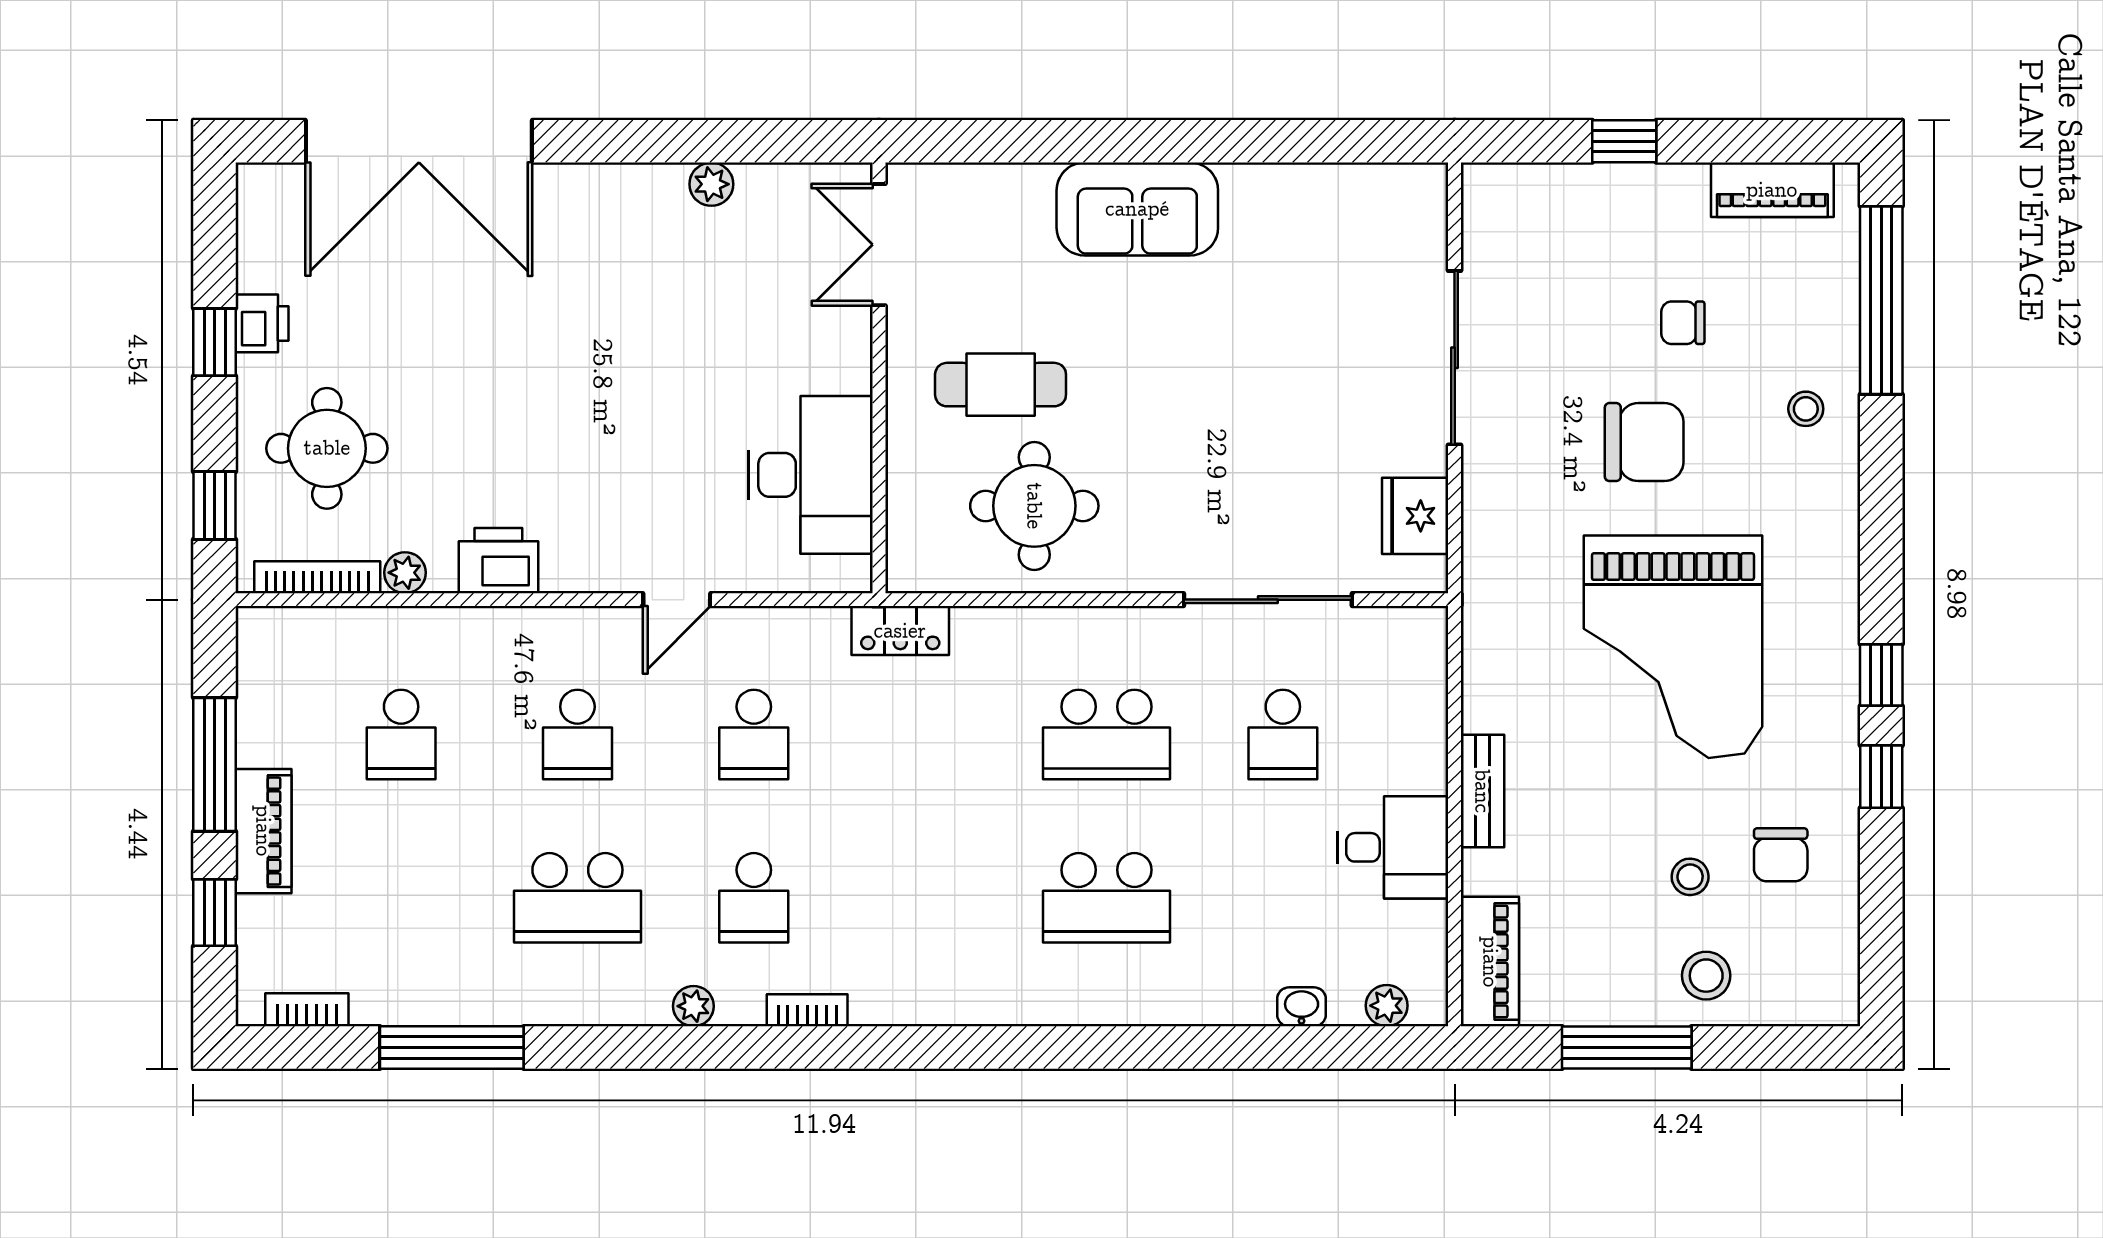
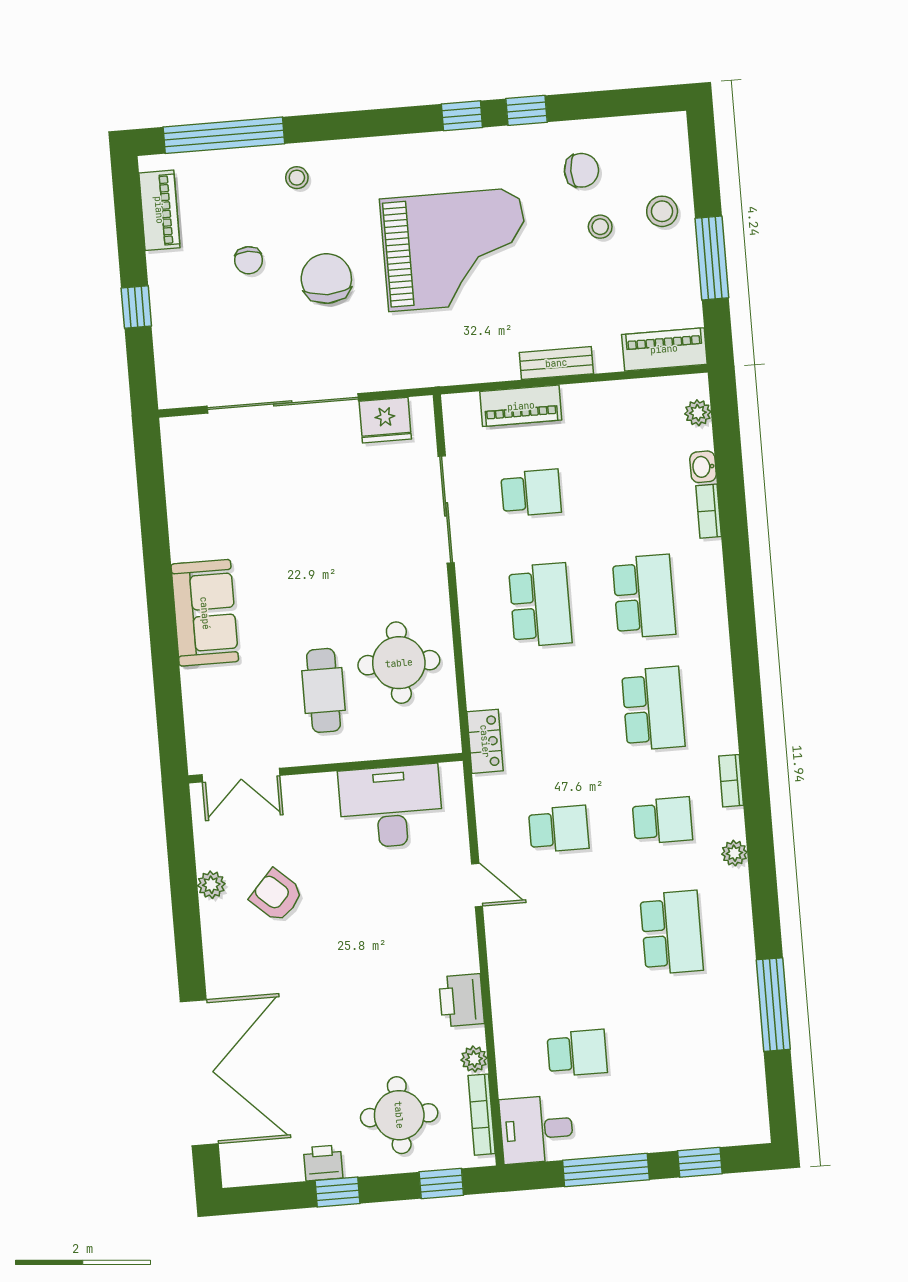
armchair: (686, 285) -> (276, 895), added
sliding door: (1455, 358) -> (283, 403), width x1.36
school desk: (577, 735) -> (653, 708), moved, width x1.85
piano: (263, 831) -> (521, 406), moved, turned 180
desk: (1393, 847) -> (537, 1129), moved, turned -90
bookcase: (307, 1010) -> (709, 511), moved

